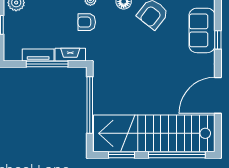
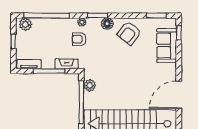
window: (218, 40) -> (179, 33), moved
tv unit: (38, 55) -> (29, 64), moved
plant: (101, 83) -> (90, 85), added

